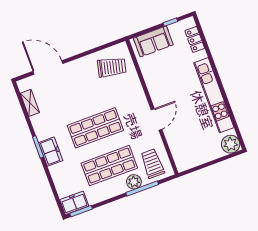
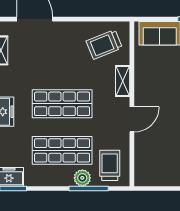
trolley: (112, 67) -> (104, 44), turned 145
shelving: (138, 91) -> (123, 81), added

